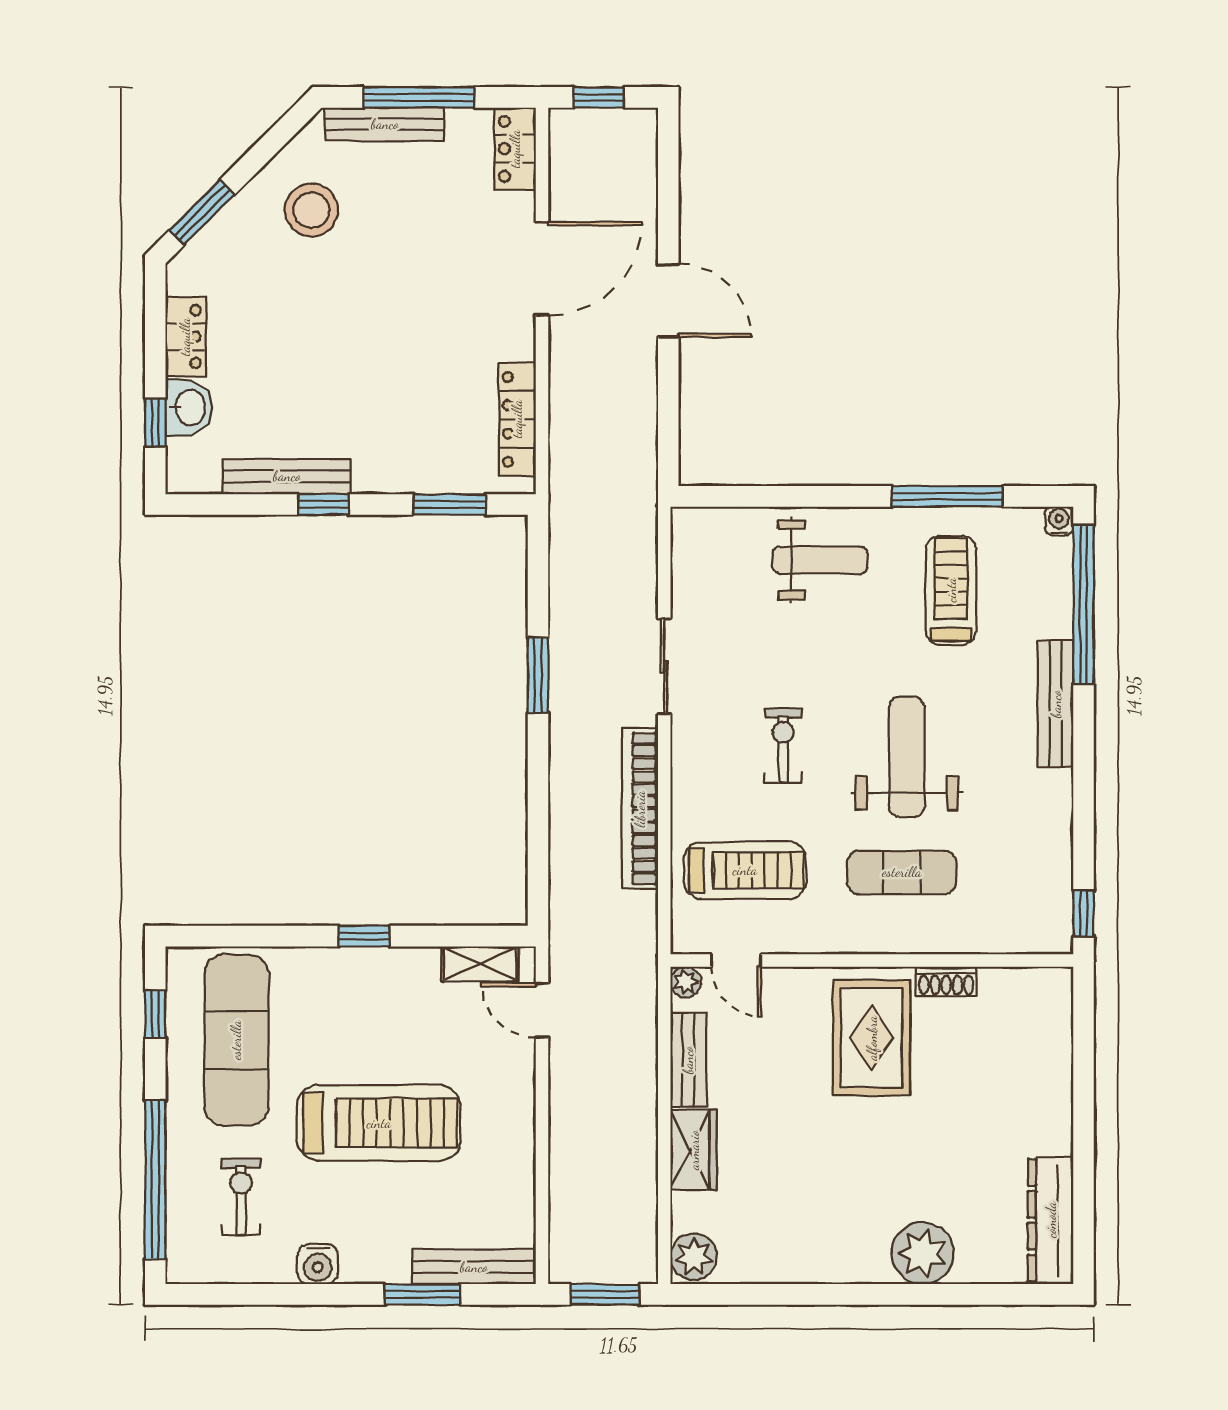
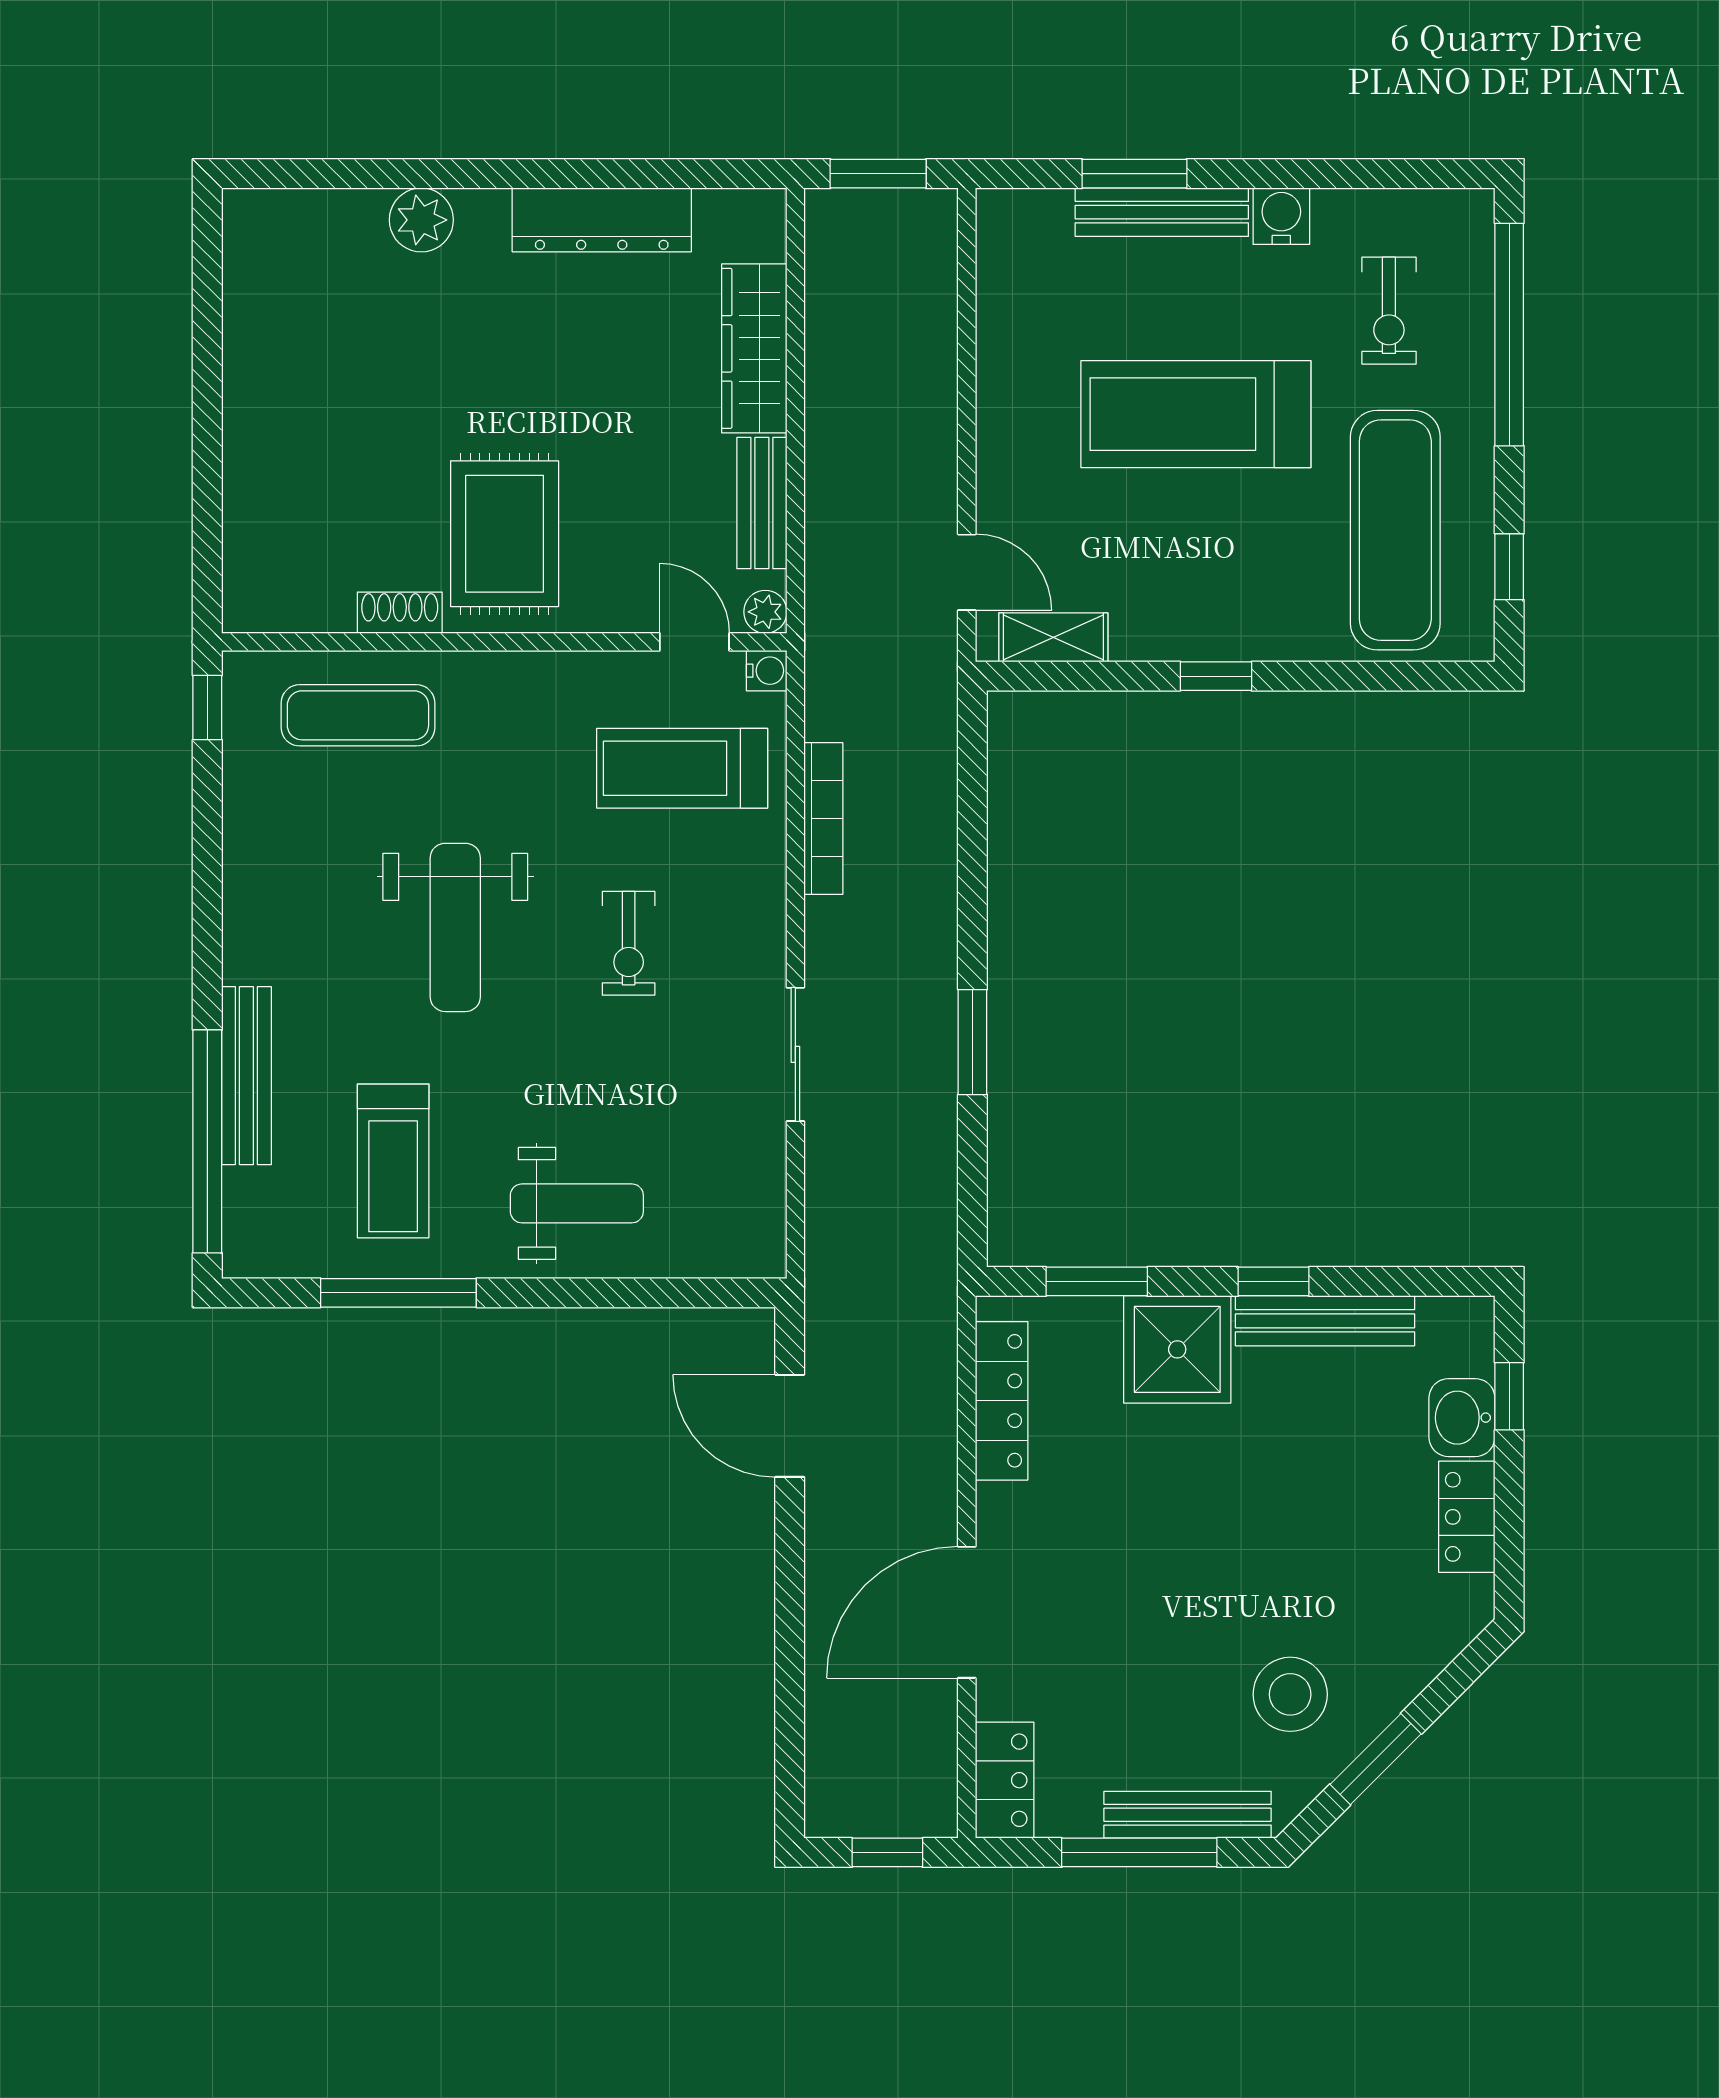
window: (202, 213) -> (1376, 1759), moved
door: (668, 301) -> (790, 1426), moved
shower: (392, 456) -> (1177, 1349), added
water cooler: (1059, 521) -> (767, 671), moved, turned -90
weight bench: (820, 560) -> (577, 1203), turned 180
bench: (1056, 704) -> (246, 1076), moved
bookcase: (640, 809) -> (823, 819), width x0.68, depth x0.76
exercise mat: (902, 872) -> (358, 715), moved
wardrobe: (694, 1150) -> (754, 348), width x1.50
dresser: (1051, 1220) -> (602, 220), moved, turned 90
plant: (923, 1253) -> (421, 220), width x0.73, depth x0.73
plant: (694, 1257) -> (754, 227), removed
bench: (474, 1267) -> (1162, 212), moved

